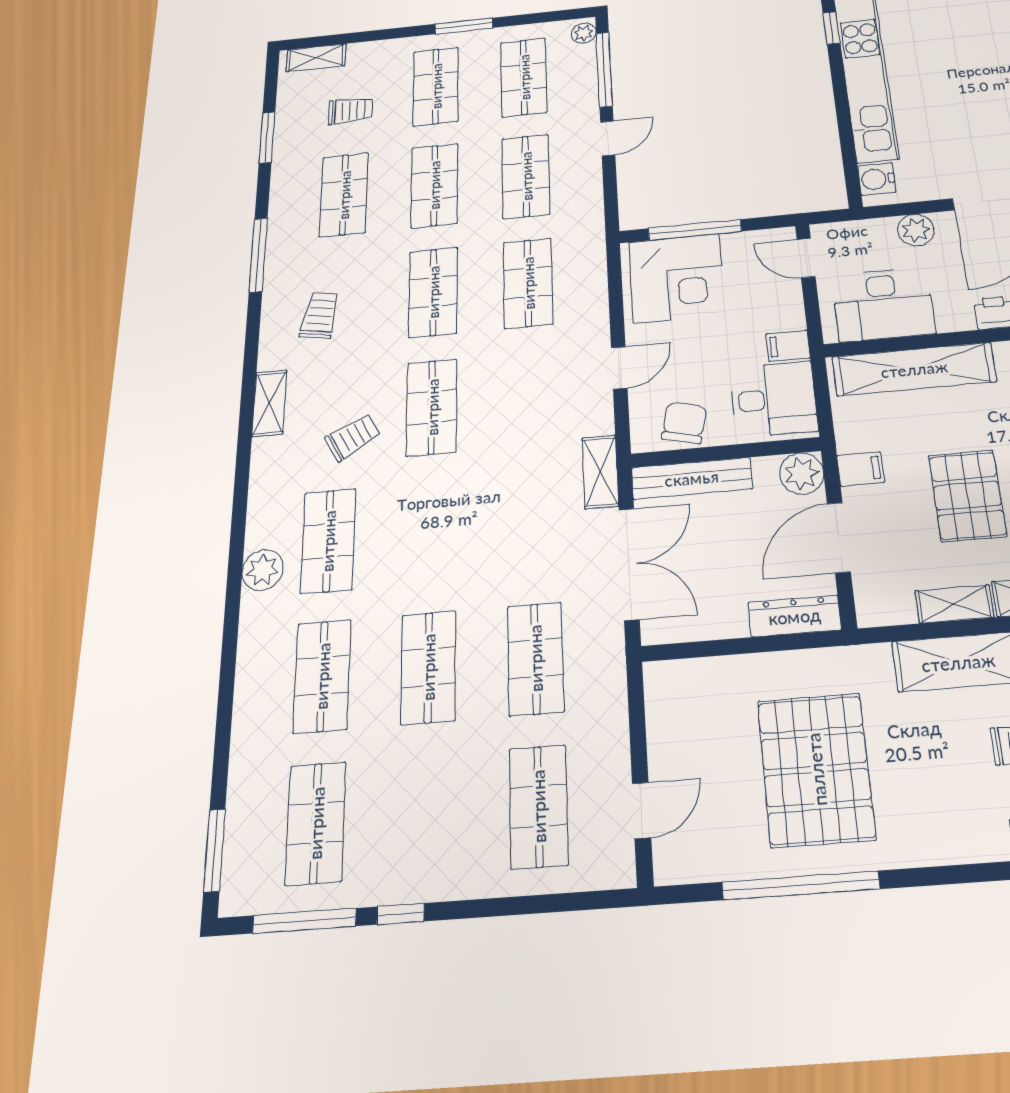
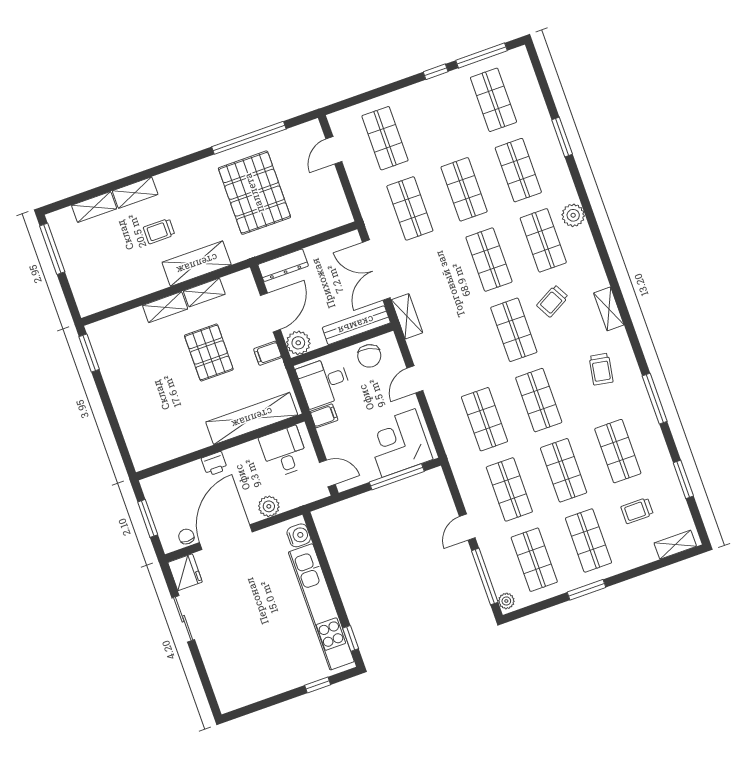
desk: (883, 304) -> (284, 452), width x0.73
shop shelf: (430, 532) -> (489, 260), added
window: (214, 850) -> (562, 137), moved

